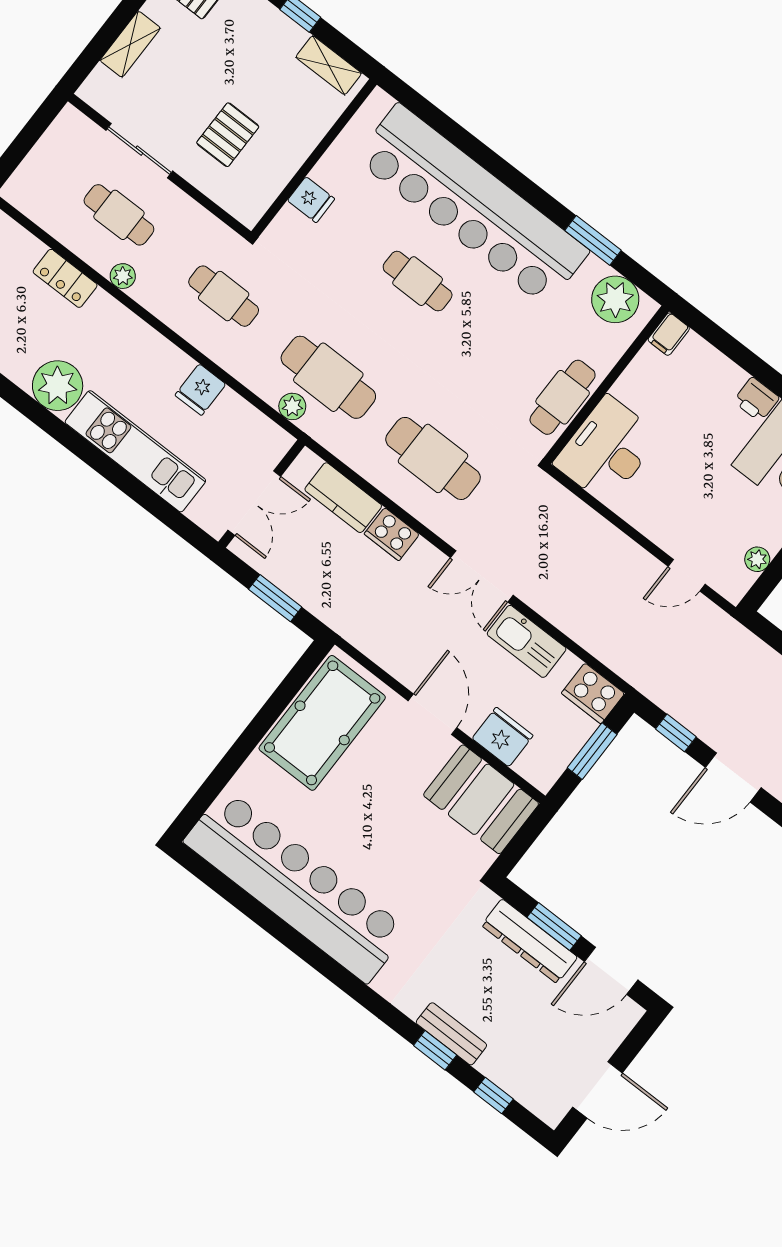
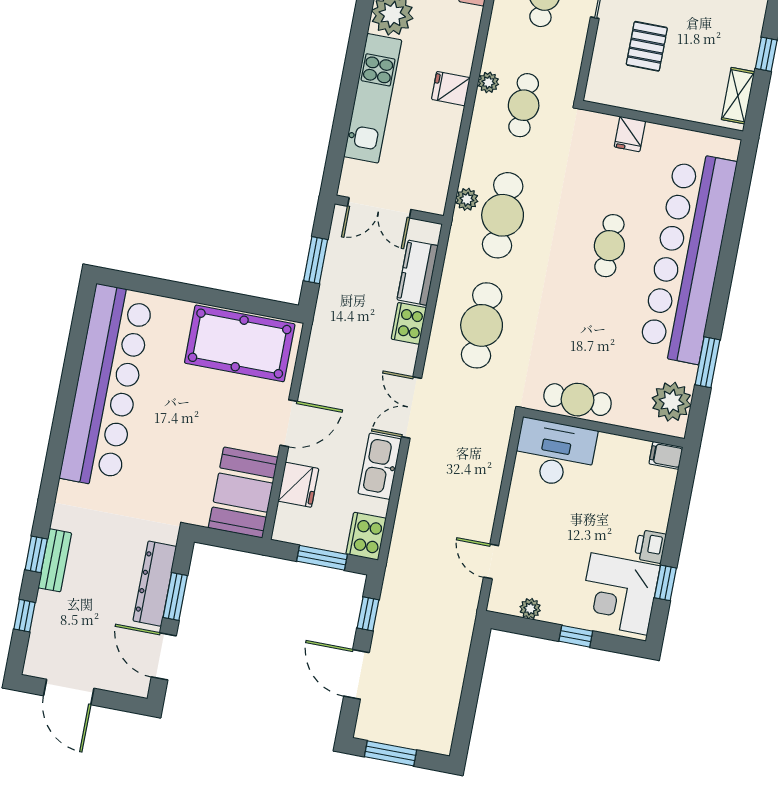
pallet: (228, 135) -> (647, 46), turned 90
plant: (123, 276) -> (488, 82), moved
fridge: (200, 390) -> (451, 89), moved

